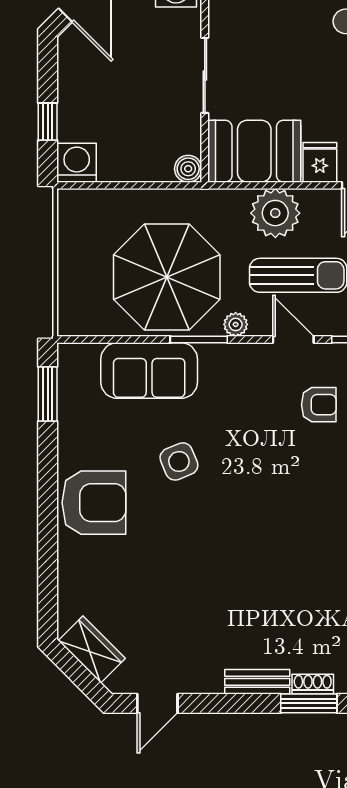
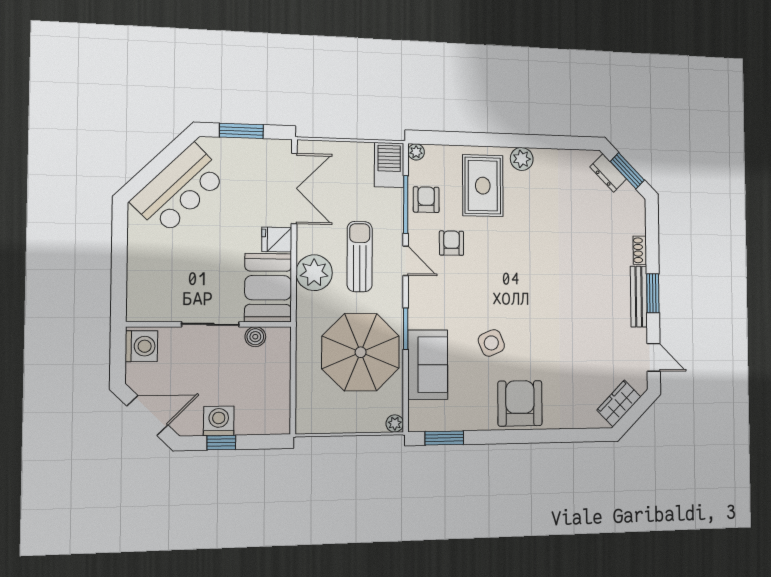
window: (48, 122) -> (221, 443), moved
washing machine: (77, 163) -> (219, 421), moved, turned 90
boiler: (188, 169) -> (255, 337), moved
plant: (236, 324) -> (395, 423), moved
door: (293, 340) -> (406, 261), swing flipped
bench: (257, 682) -> (639, 297), width x1.36
window: (309, 703) -> (653, 293), moved

